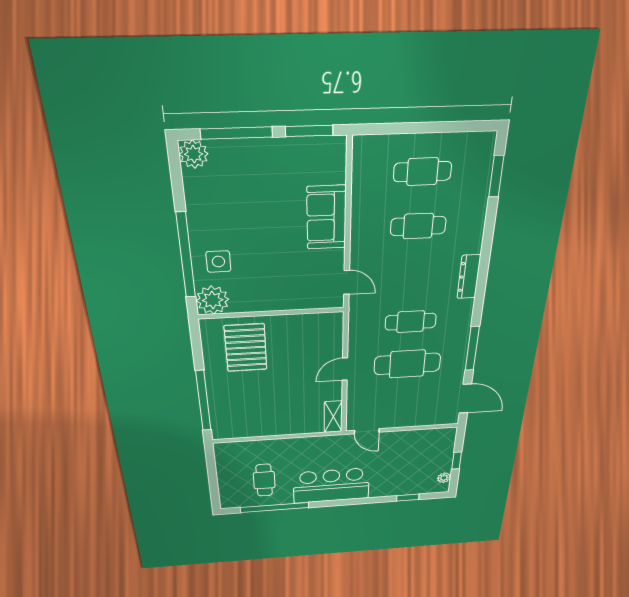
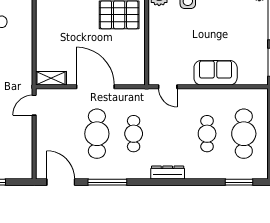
cafe table: (422, 172) -> (244, 134), width x1.37, depth x1.35
door: (347, 282) -> (168, 87), hinge flipped
door: (345, 369) -> (95, 87), width x1.88
door: (465, 399) -> (61, 182), swing flipped

